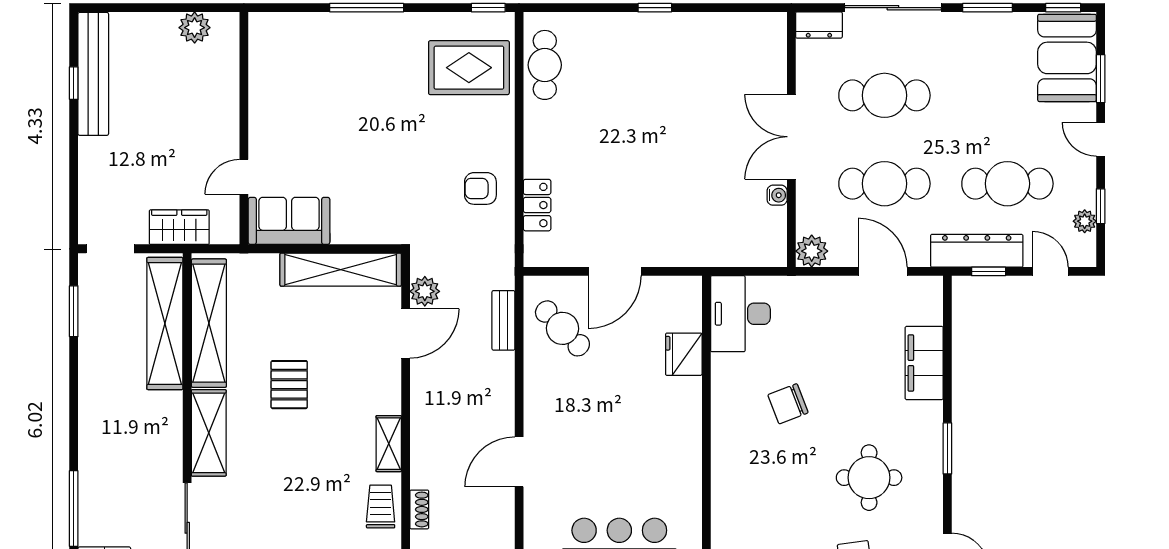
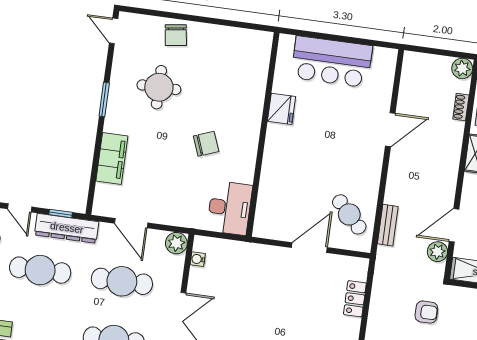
armchair: (480, 188) -> (426, 312), moved
water cooler: (777, 195) -> (198, 259), moved
fridge: (684, 354) -> (281, 109), moved

